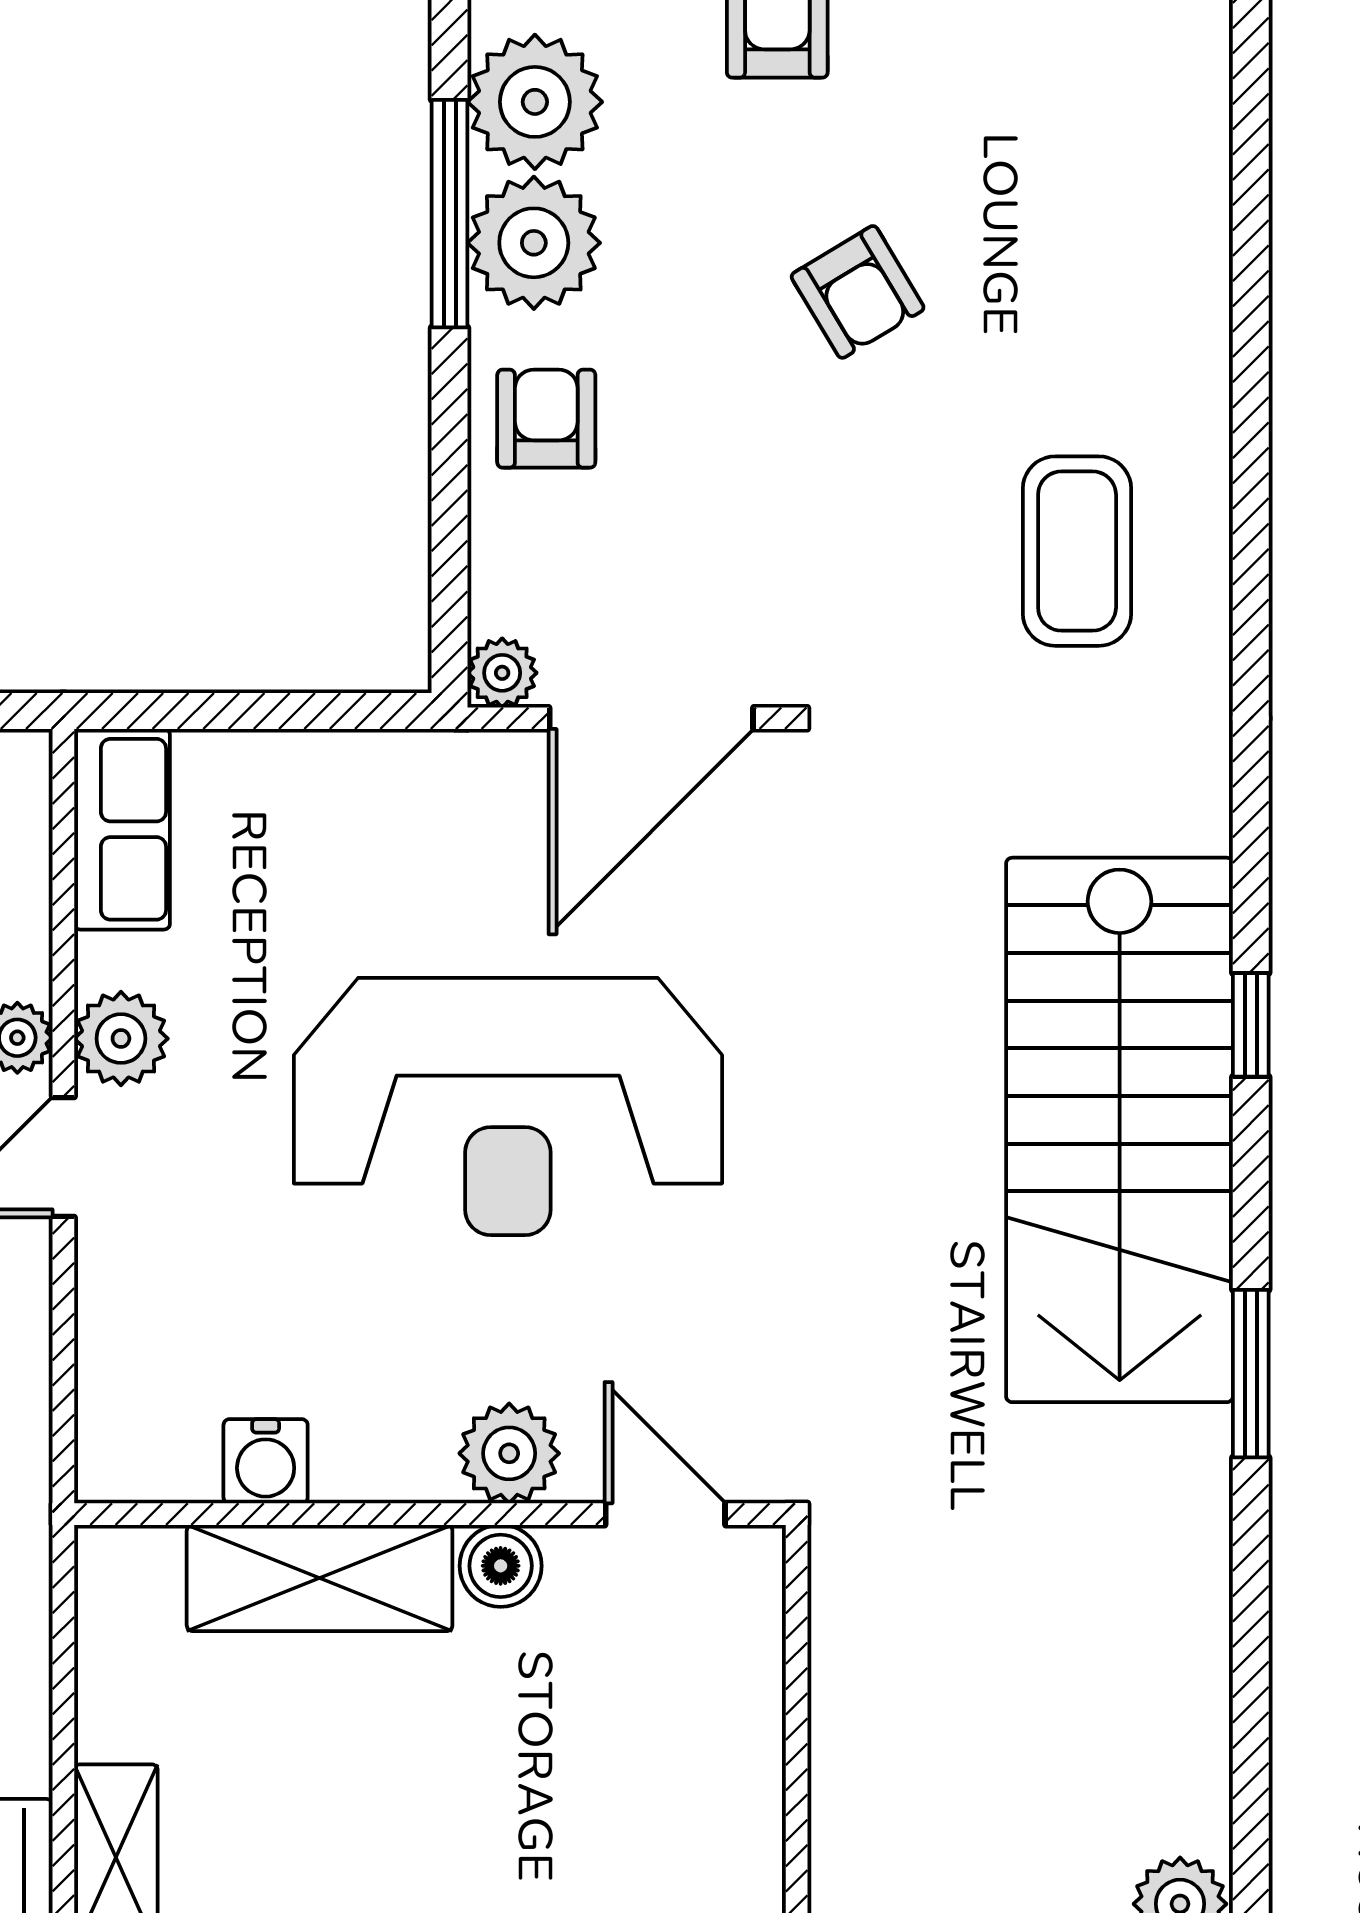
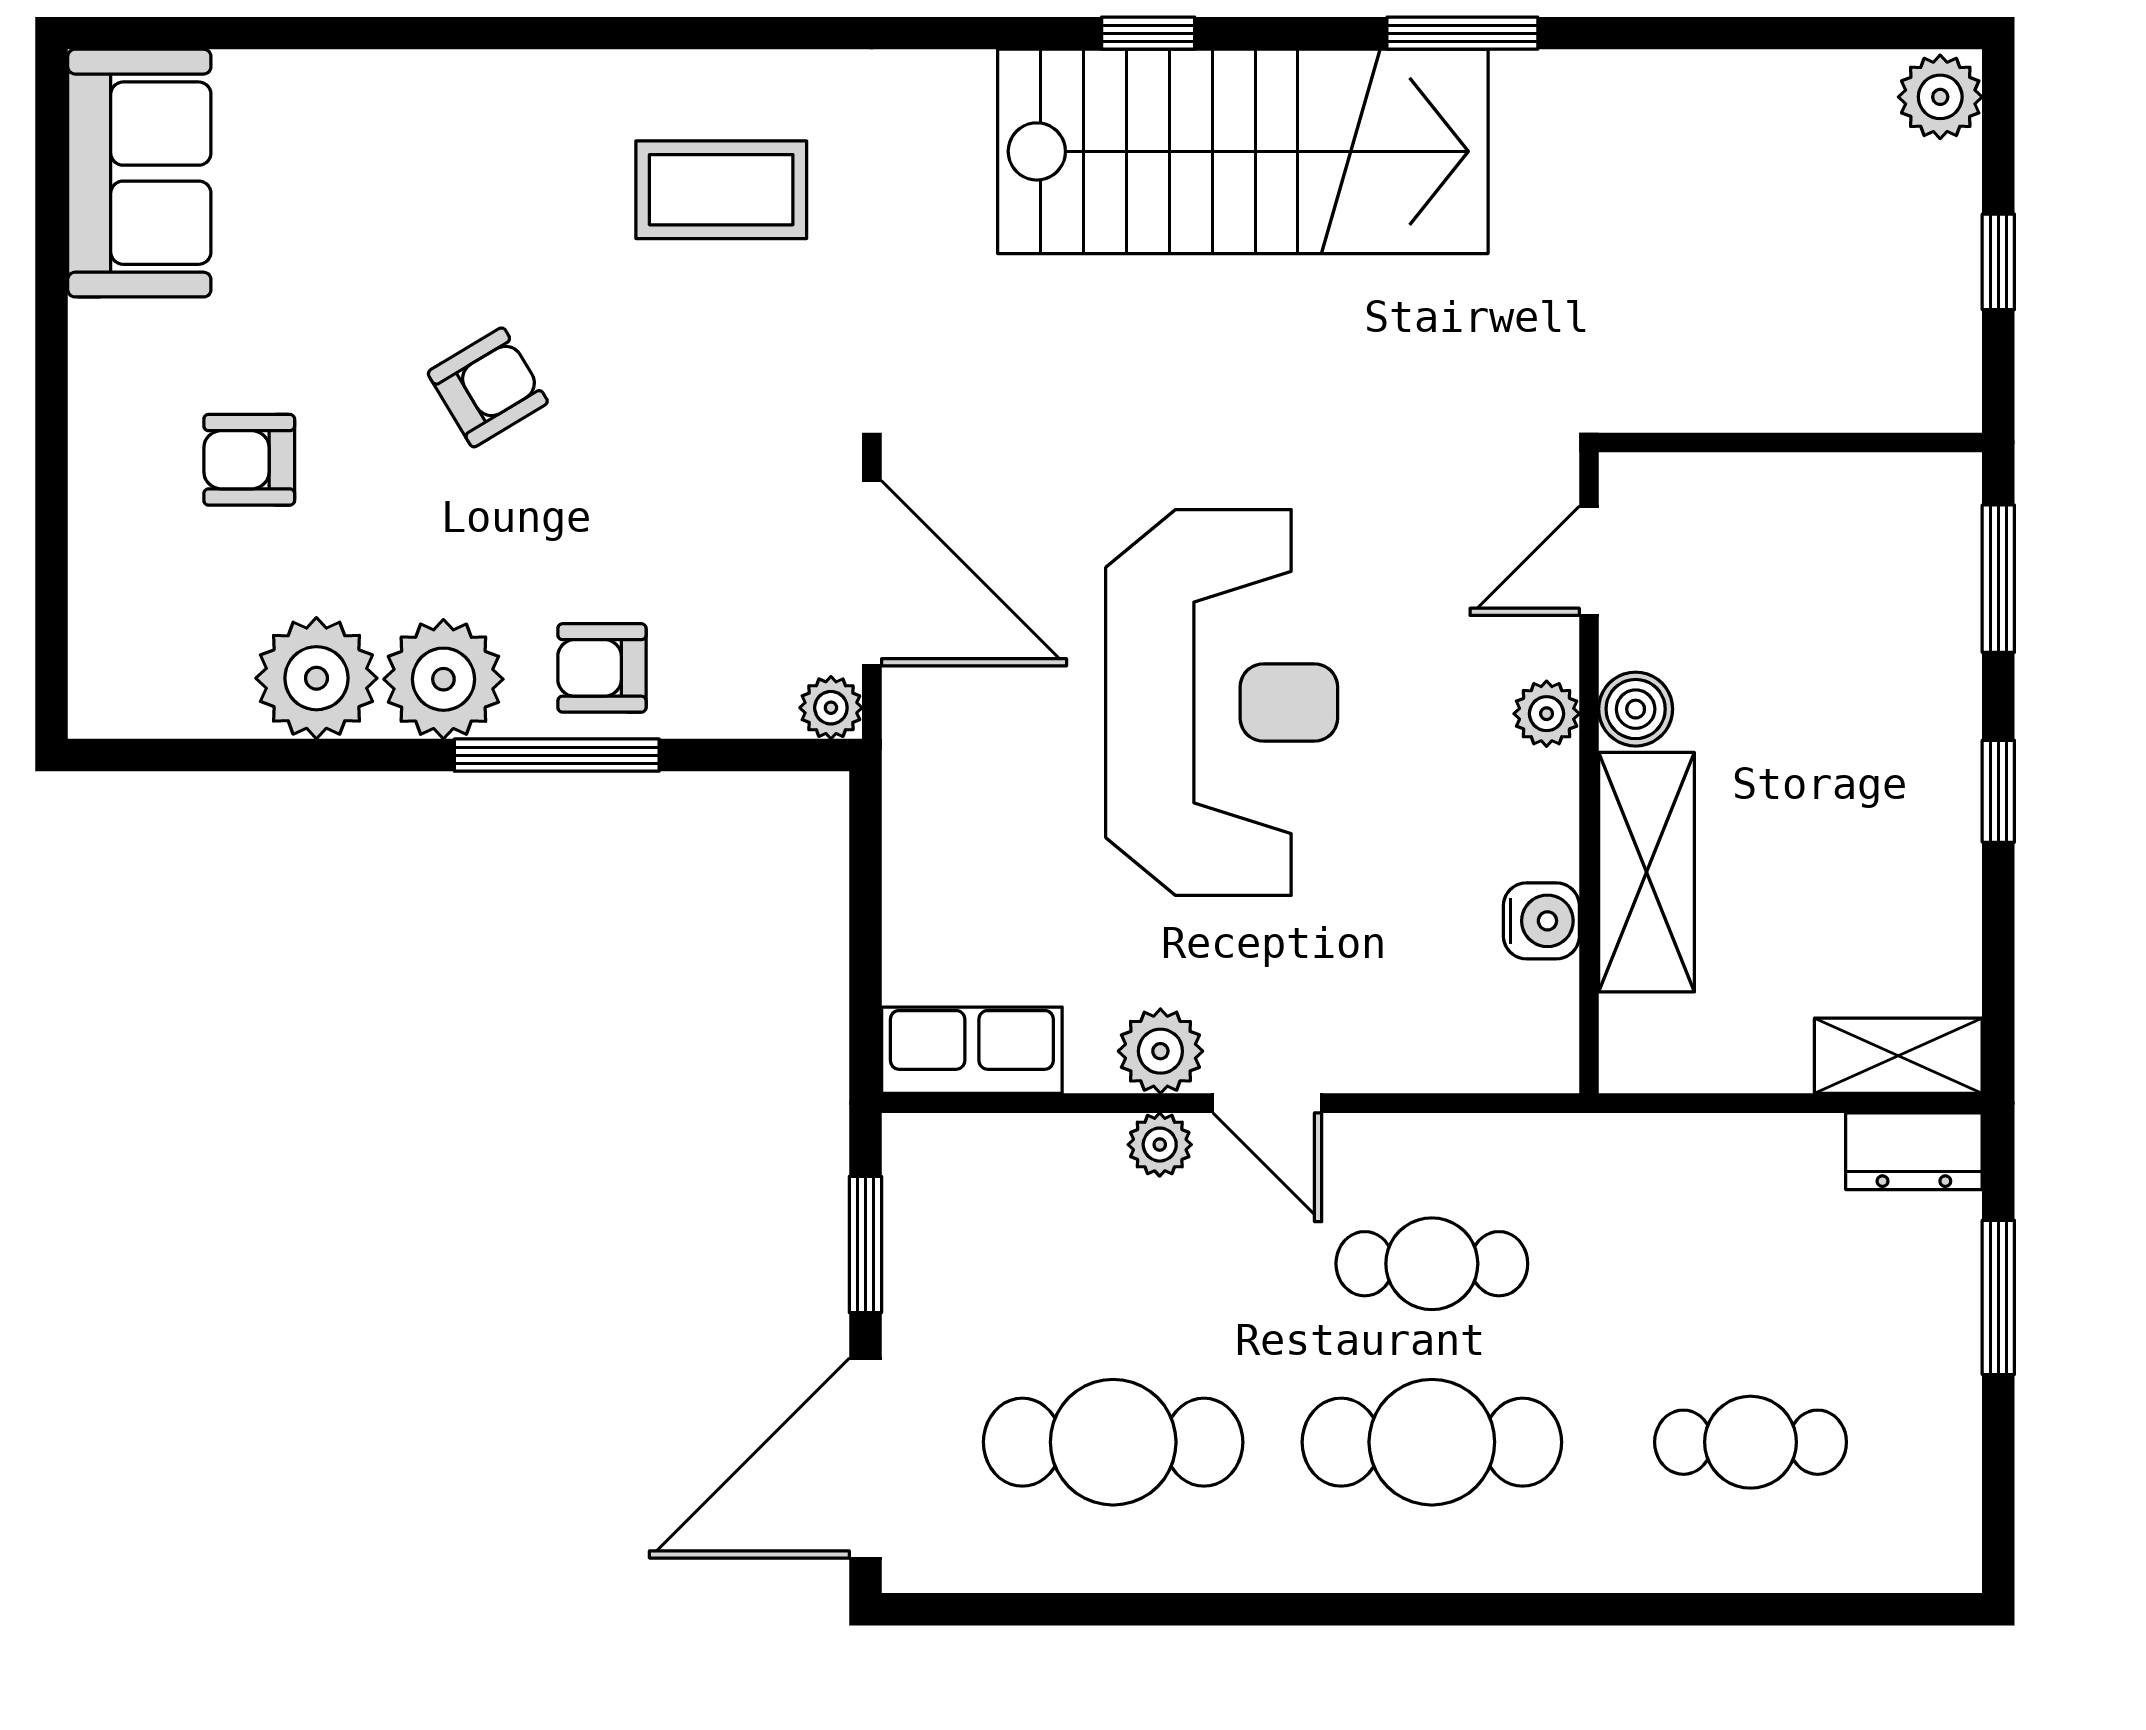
window: (450, 214) -> (557, 755), moved
plant: (509, 1453) -> (1547, 714), width x0.73, depth x0.73

